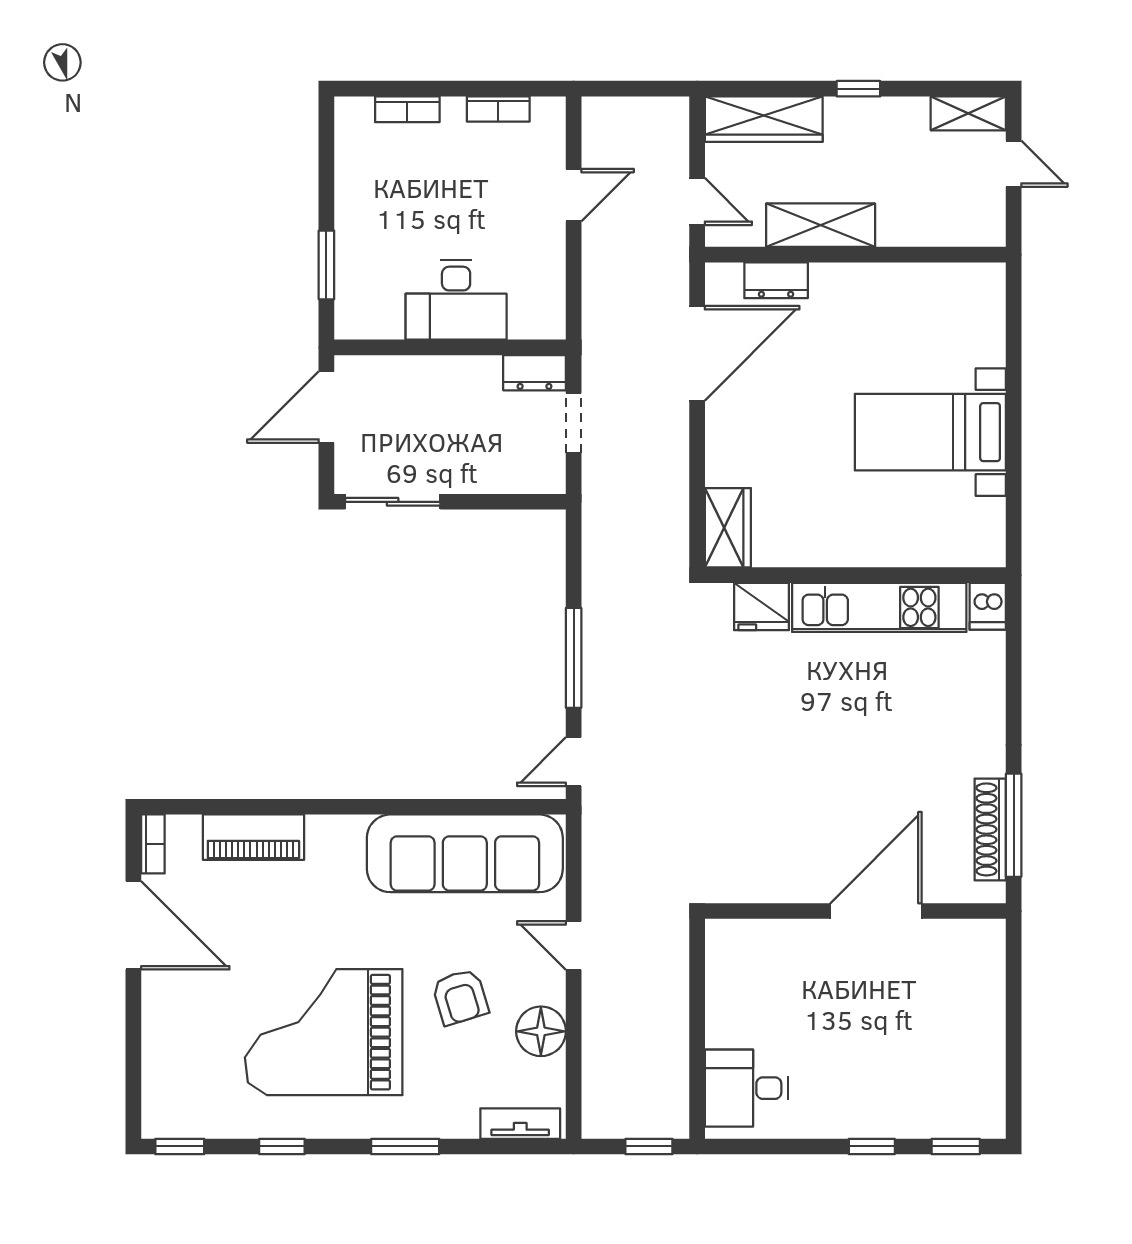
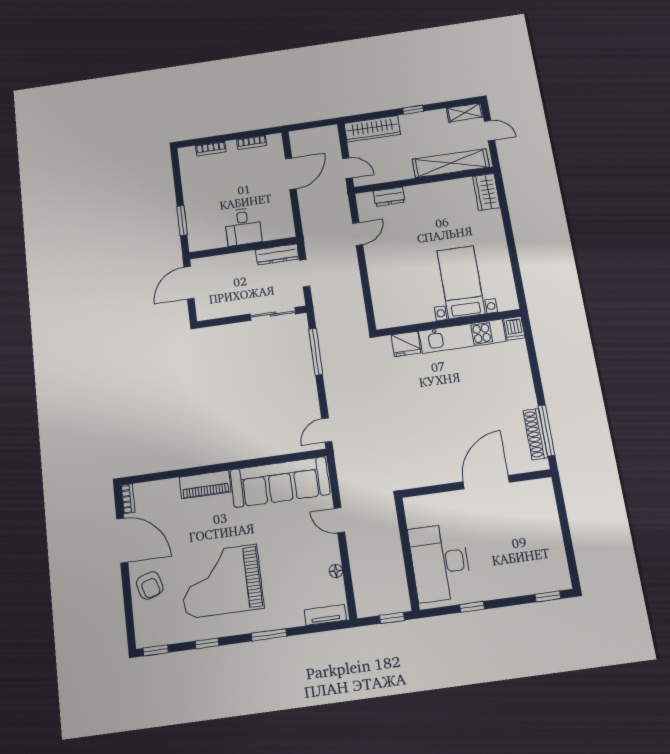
door: (574, 195) -> (291, 174), width x1.38
shelving: (821, 225) -> (451, 163), moved, width x1.47
desk: (456, 300) -> (243, 227), width x0.73
door: (697, 353) -> (358, 234), width x0.53
dresser: (534, 373) -> (277, 254), width x1.44
bed with nightstands: (930, 432) -> (461, 282), moved, turned 90
sliding door: (393, 502) -> (273, 314), moved
wardrobe: (728, 528) -> (486, 192), moved, turned 180
window: (574, 658) -> (316, 352), moved
piano: (253, 837) -> (205, 485), moved
armchair: (460, 997) -> (150, 585), moved
floor lamp: (541, 1031) -> (336, 571), width x0.53, depth x0.53
desk: (746, 1088) -> (440, 563), width x1.87, depth x1.30
window: (872, 1146) -> (472, 607), moved

